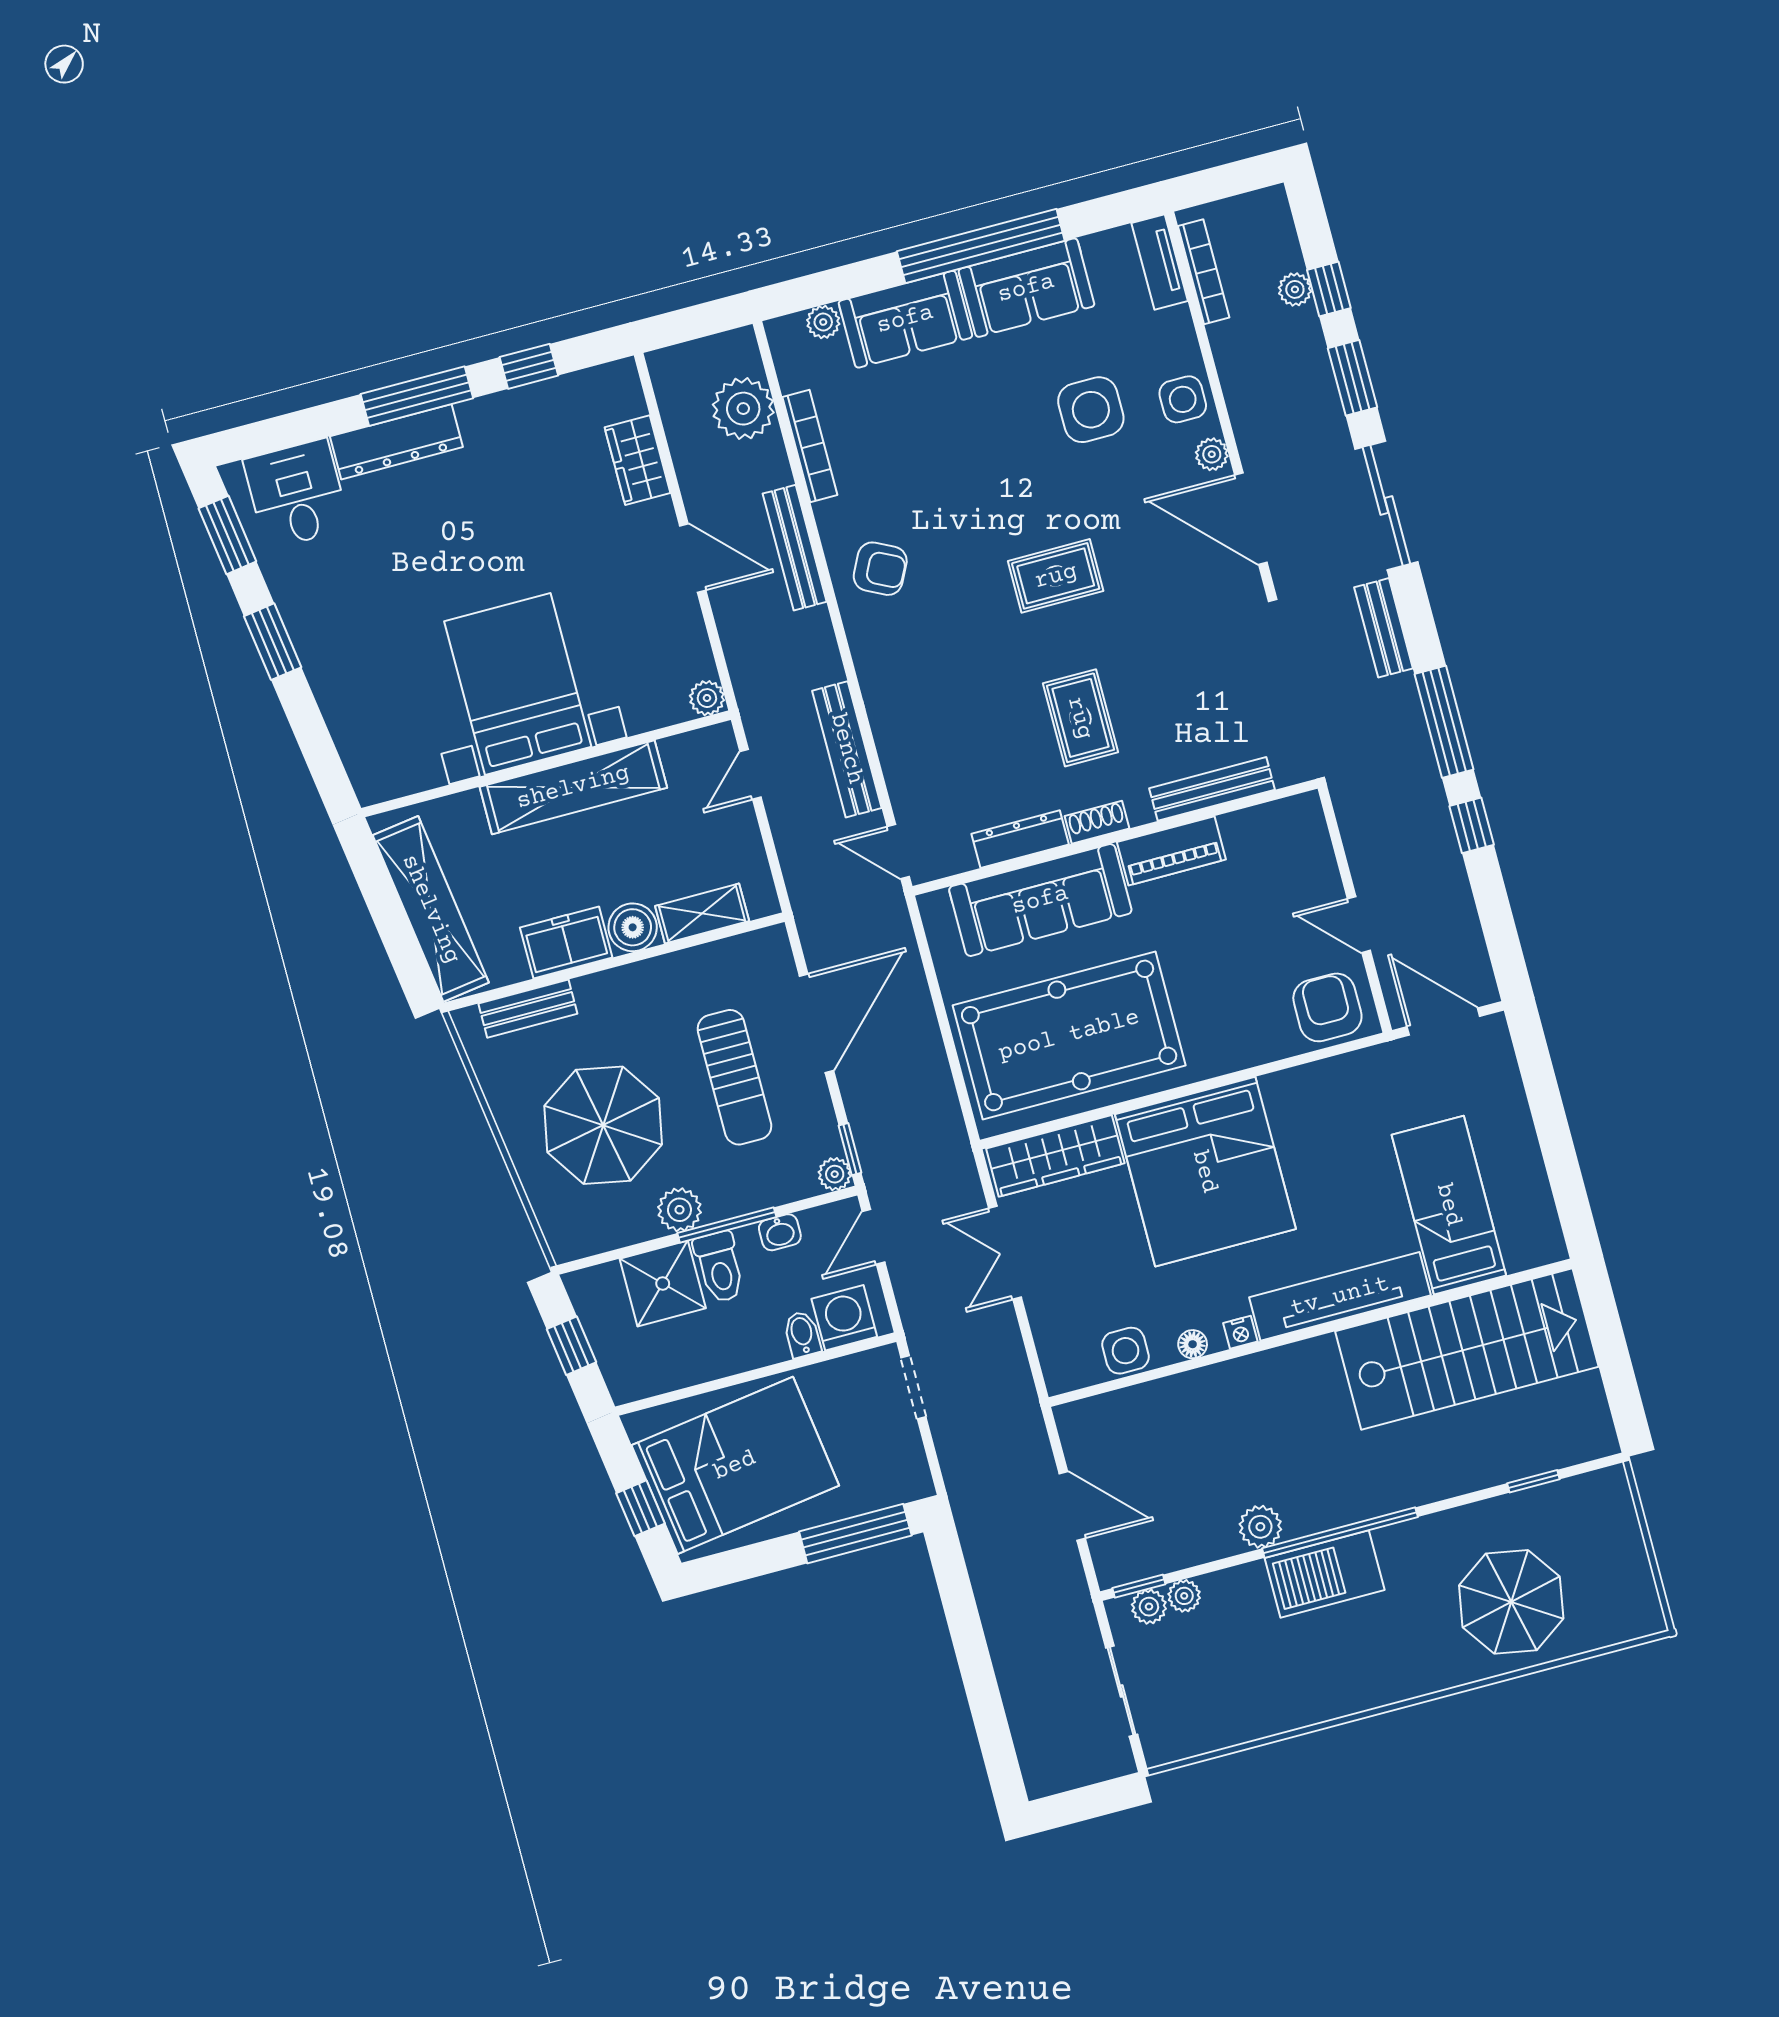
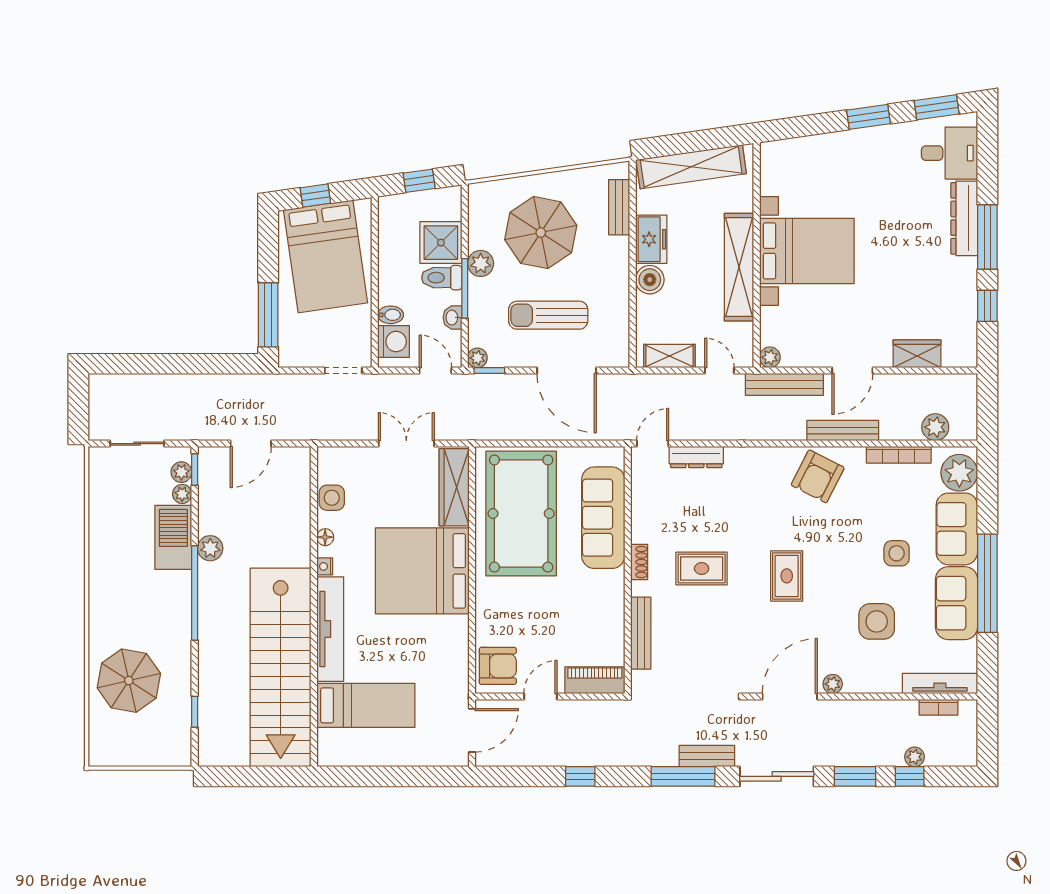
tv unit: (1160, 262) -> (940, 683), width x1.41
bookcase: (1204, 272) -> (939, 707), width x0.64
plant: (823, 322) -> (959, 473), width x1.87, depth x1.87
side table: (1183, 399) -> (897, 553), moved
plant: (743, 409) -> (935, 427), width x0.73, depth x0.73
armchair: (880, 569) -> (818, 476), width x1.38, depth x1.38
window: (1444, 722) -> (683, 776), moved
bench: (847, 749) -> (784, 384), moved
dresser: (1020, 839) -> (696, 457), moved, turned 90
piano: (1171, 851) -> (595, 680), moved, turned 90
shelving: (702, 913) -> (669, 356), moved, turned 90
stairs: (1467, 1349) -> (281, 667), width x1.36
barbecue: (1325, 1574) -> (173, 537), moved

